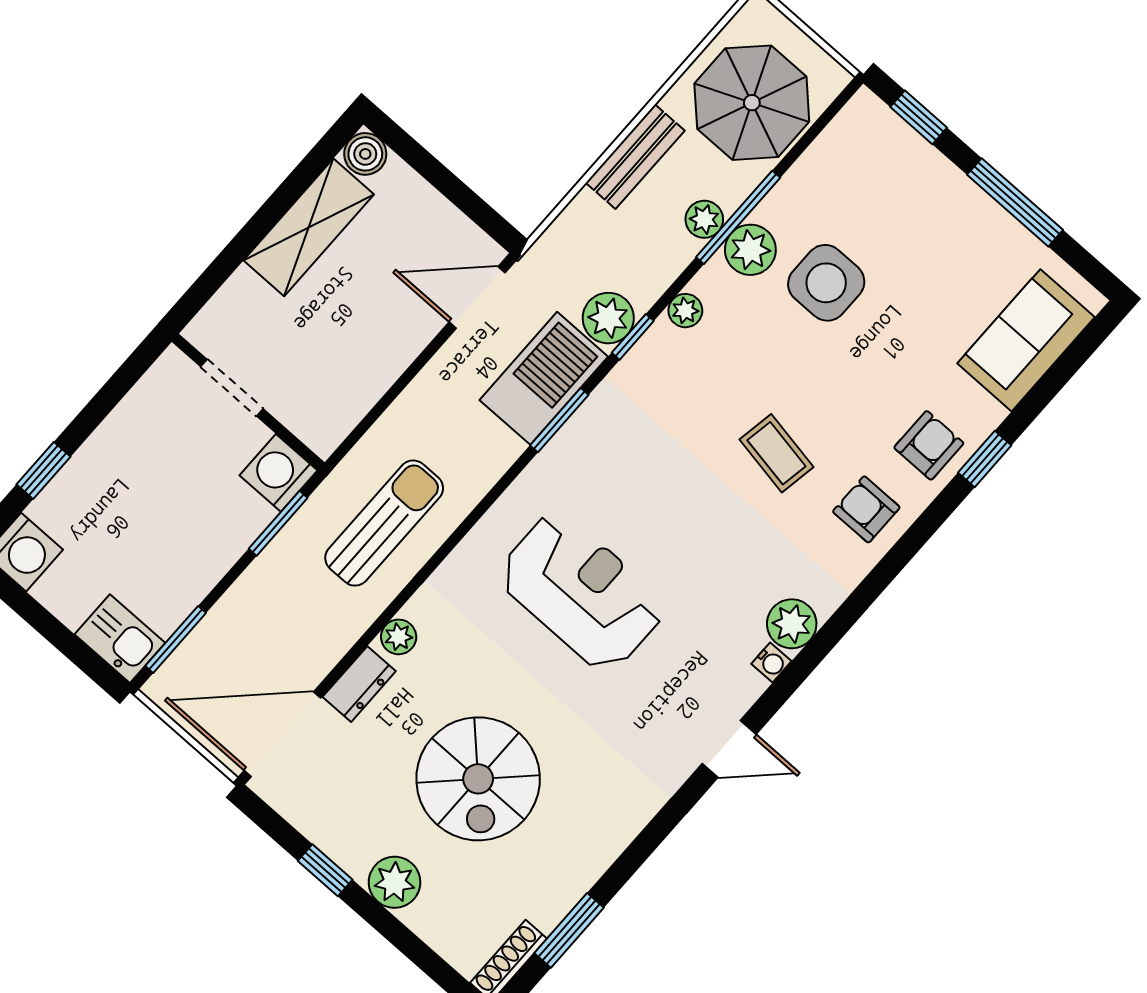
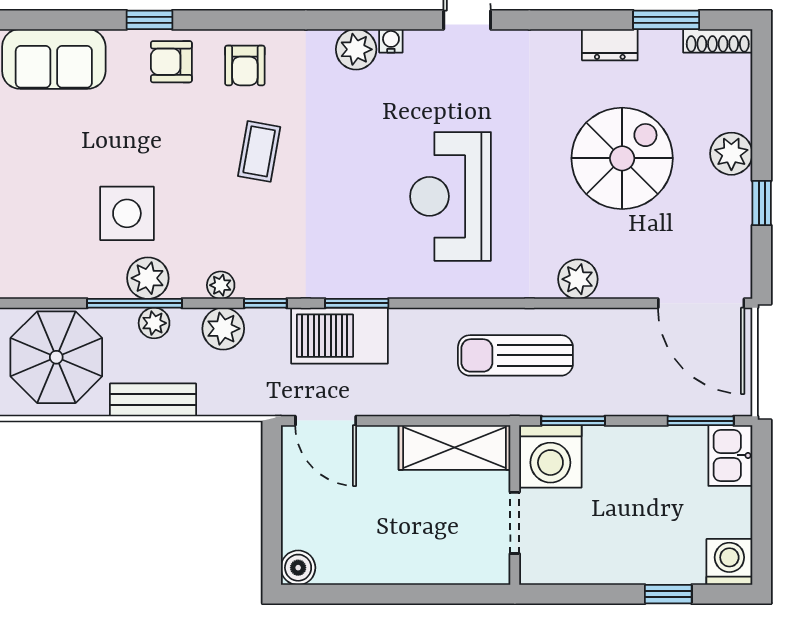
shelving: (309, 227) -> (454, 447), moved
plant: (608, 318) -> (223, 329), moved
washing machine: (278, 473) -> (550, 456), width x1.37, depth x1.37
plant: (399, 637) -> (578, 279), width x1.38, depth x1.38
dresser: (359, 684) -> (610, 45), moved, turned 180

